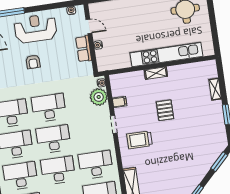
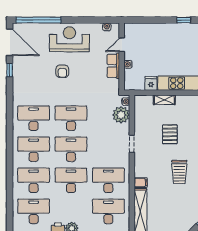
door: (89, 26) -> (122, 45), swing flipped
fridge: (124, 61) -> (151, 83), added
shelving: (156, 73) -> (164, 100), moved
filing cabinet: (120, 102) -> (141, 183), moved
pallet: (165, 110) -> (170, 134), moved
trolley: (139, 140) -> (179, 172), moved, turned -90

